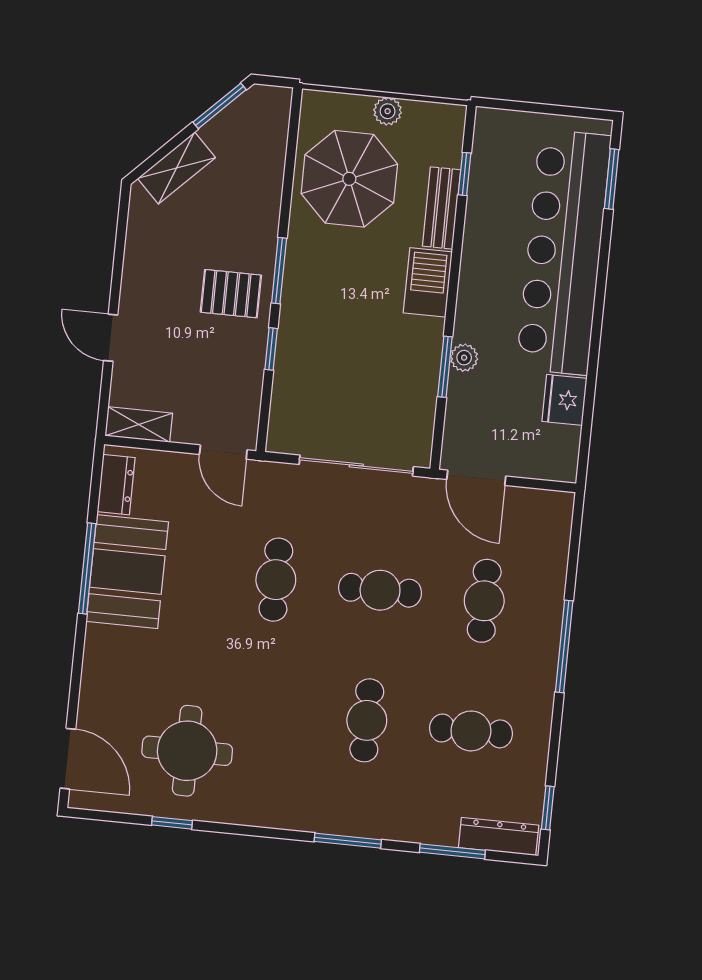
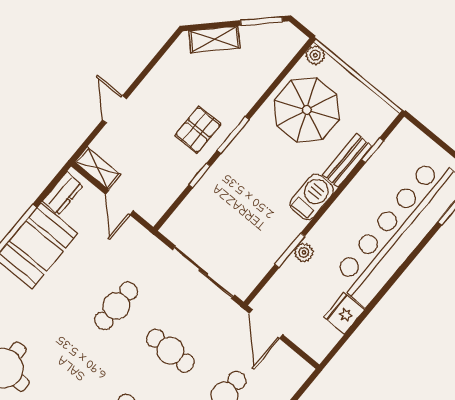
plant: (388, 111) -> (315, 55), moved
pallet: (231, 294) -> (198, 130), turned 90
door: (223, 452) -> (119, 203), moved

